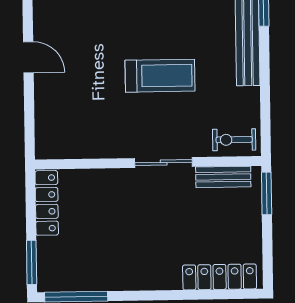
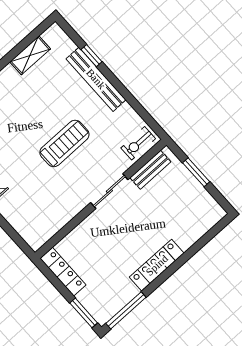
window: (267, 193) -> (196, 172), moved
locker: (220, 277) -> (157, 265), moved

